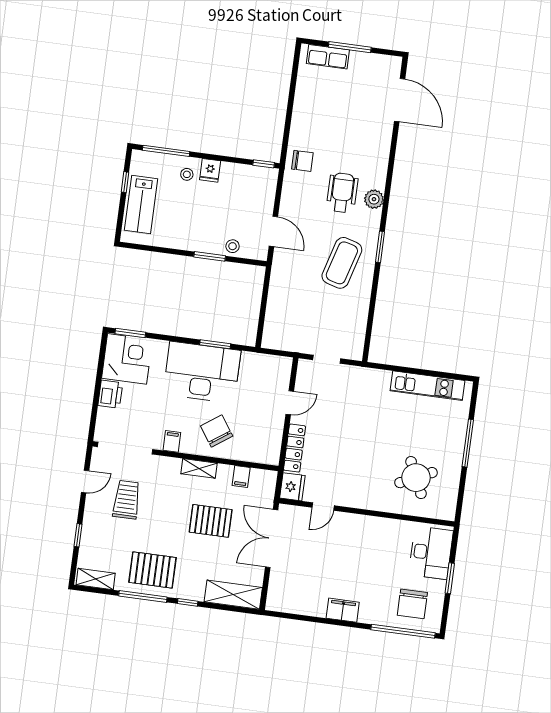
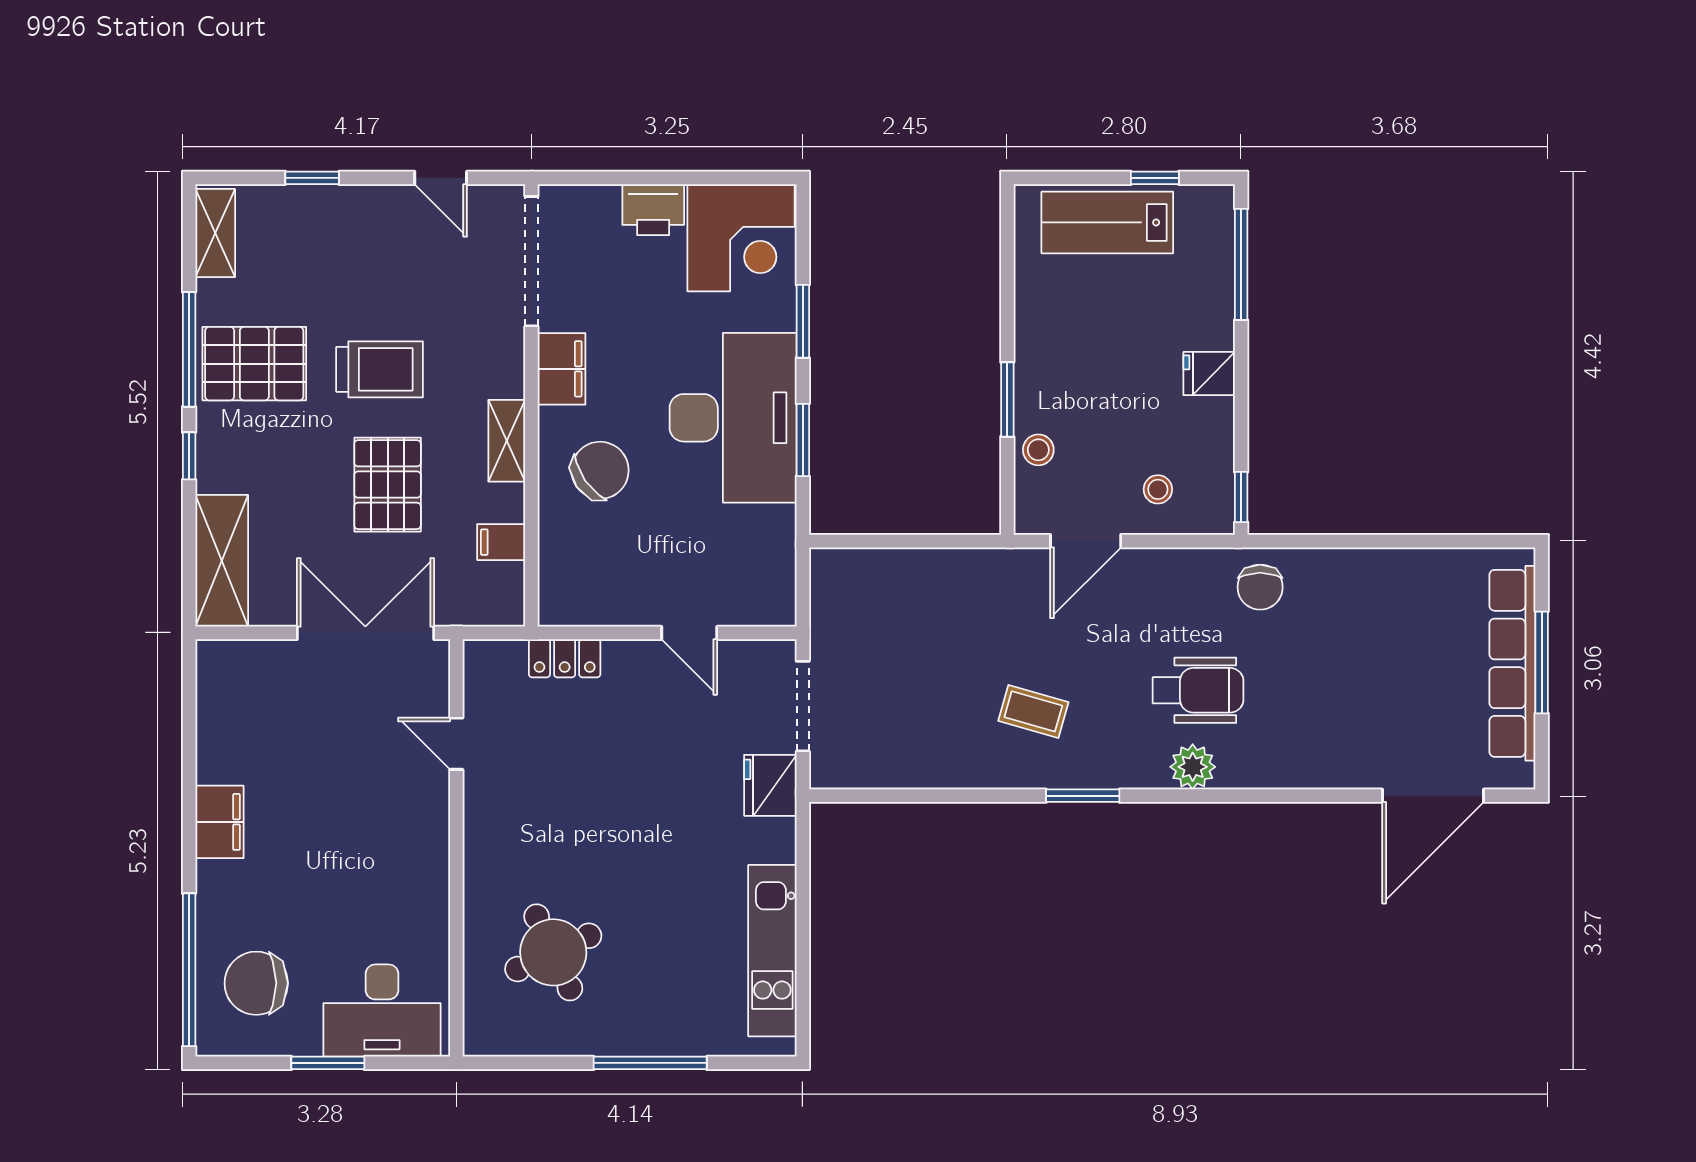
row of seats: (328, 57) -> (1512, 663), width x2.02
stool: (187, 174) -> (1158, 489), moved
coffee table: (342, 263) -> (1033, 711), width x0.54, depth x0.58
window: (130, 333) -> (803, 321), moved
doorway: (327, 359) -> (803, 706), width x1.38
filing cabinet: (172, 441) -> (562, 369), width x2.00
locker: (294, 448) -> (565, 658), width x0.66
fridge: (292, 487) -> (770, 785), moved, turned 90
trolley: (127, 500) -> (380, 369), moved
pallet: (153, 570) -> (254, 364), turned 90

